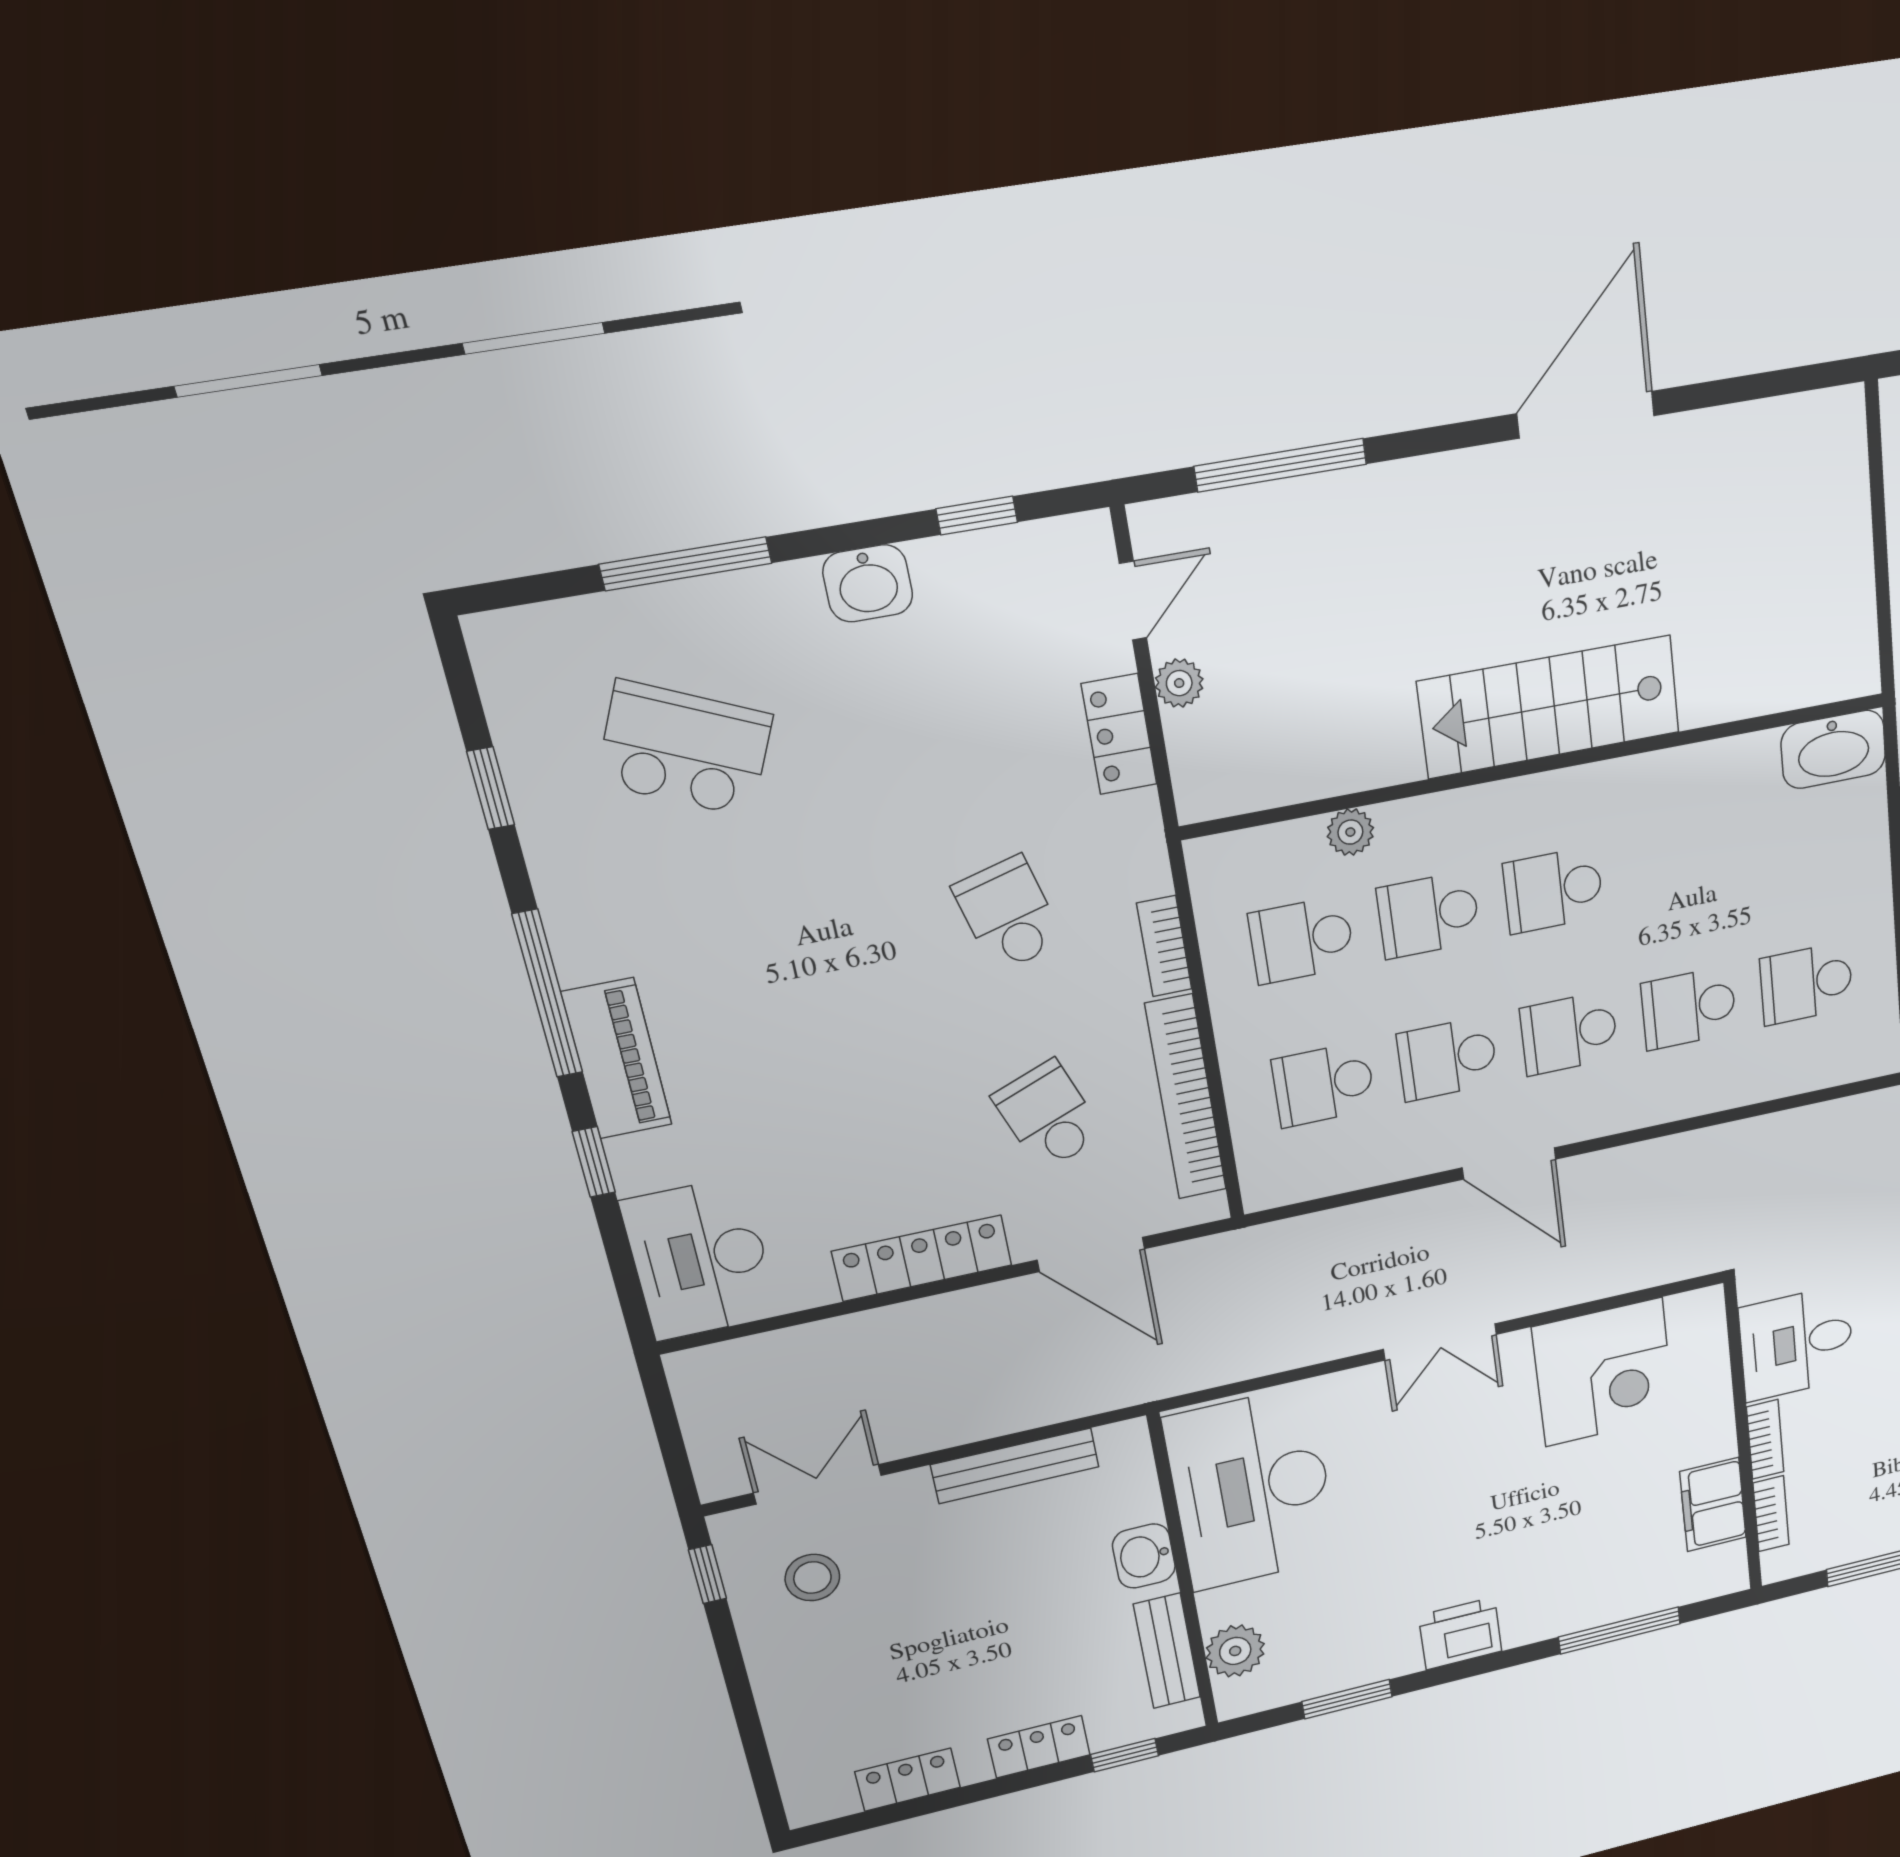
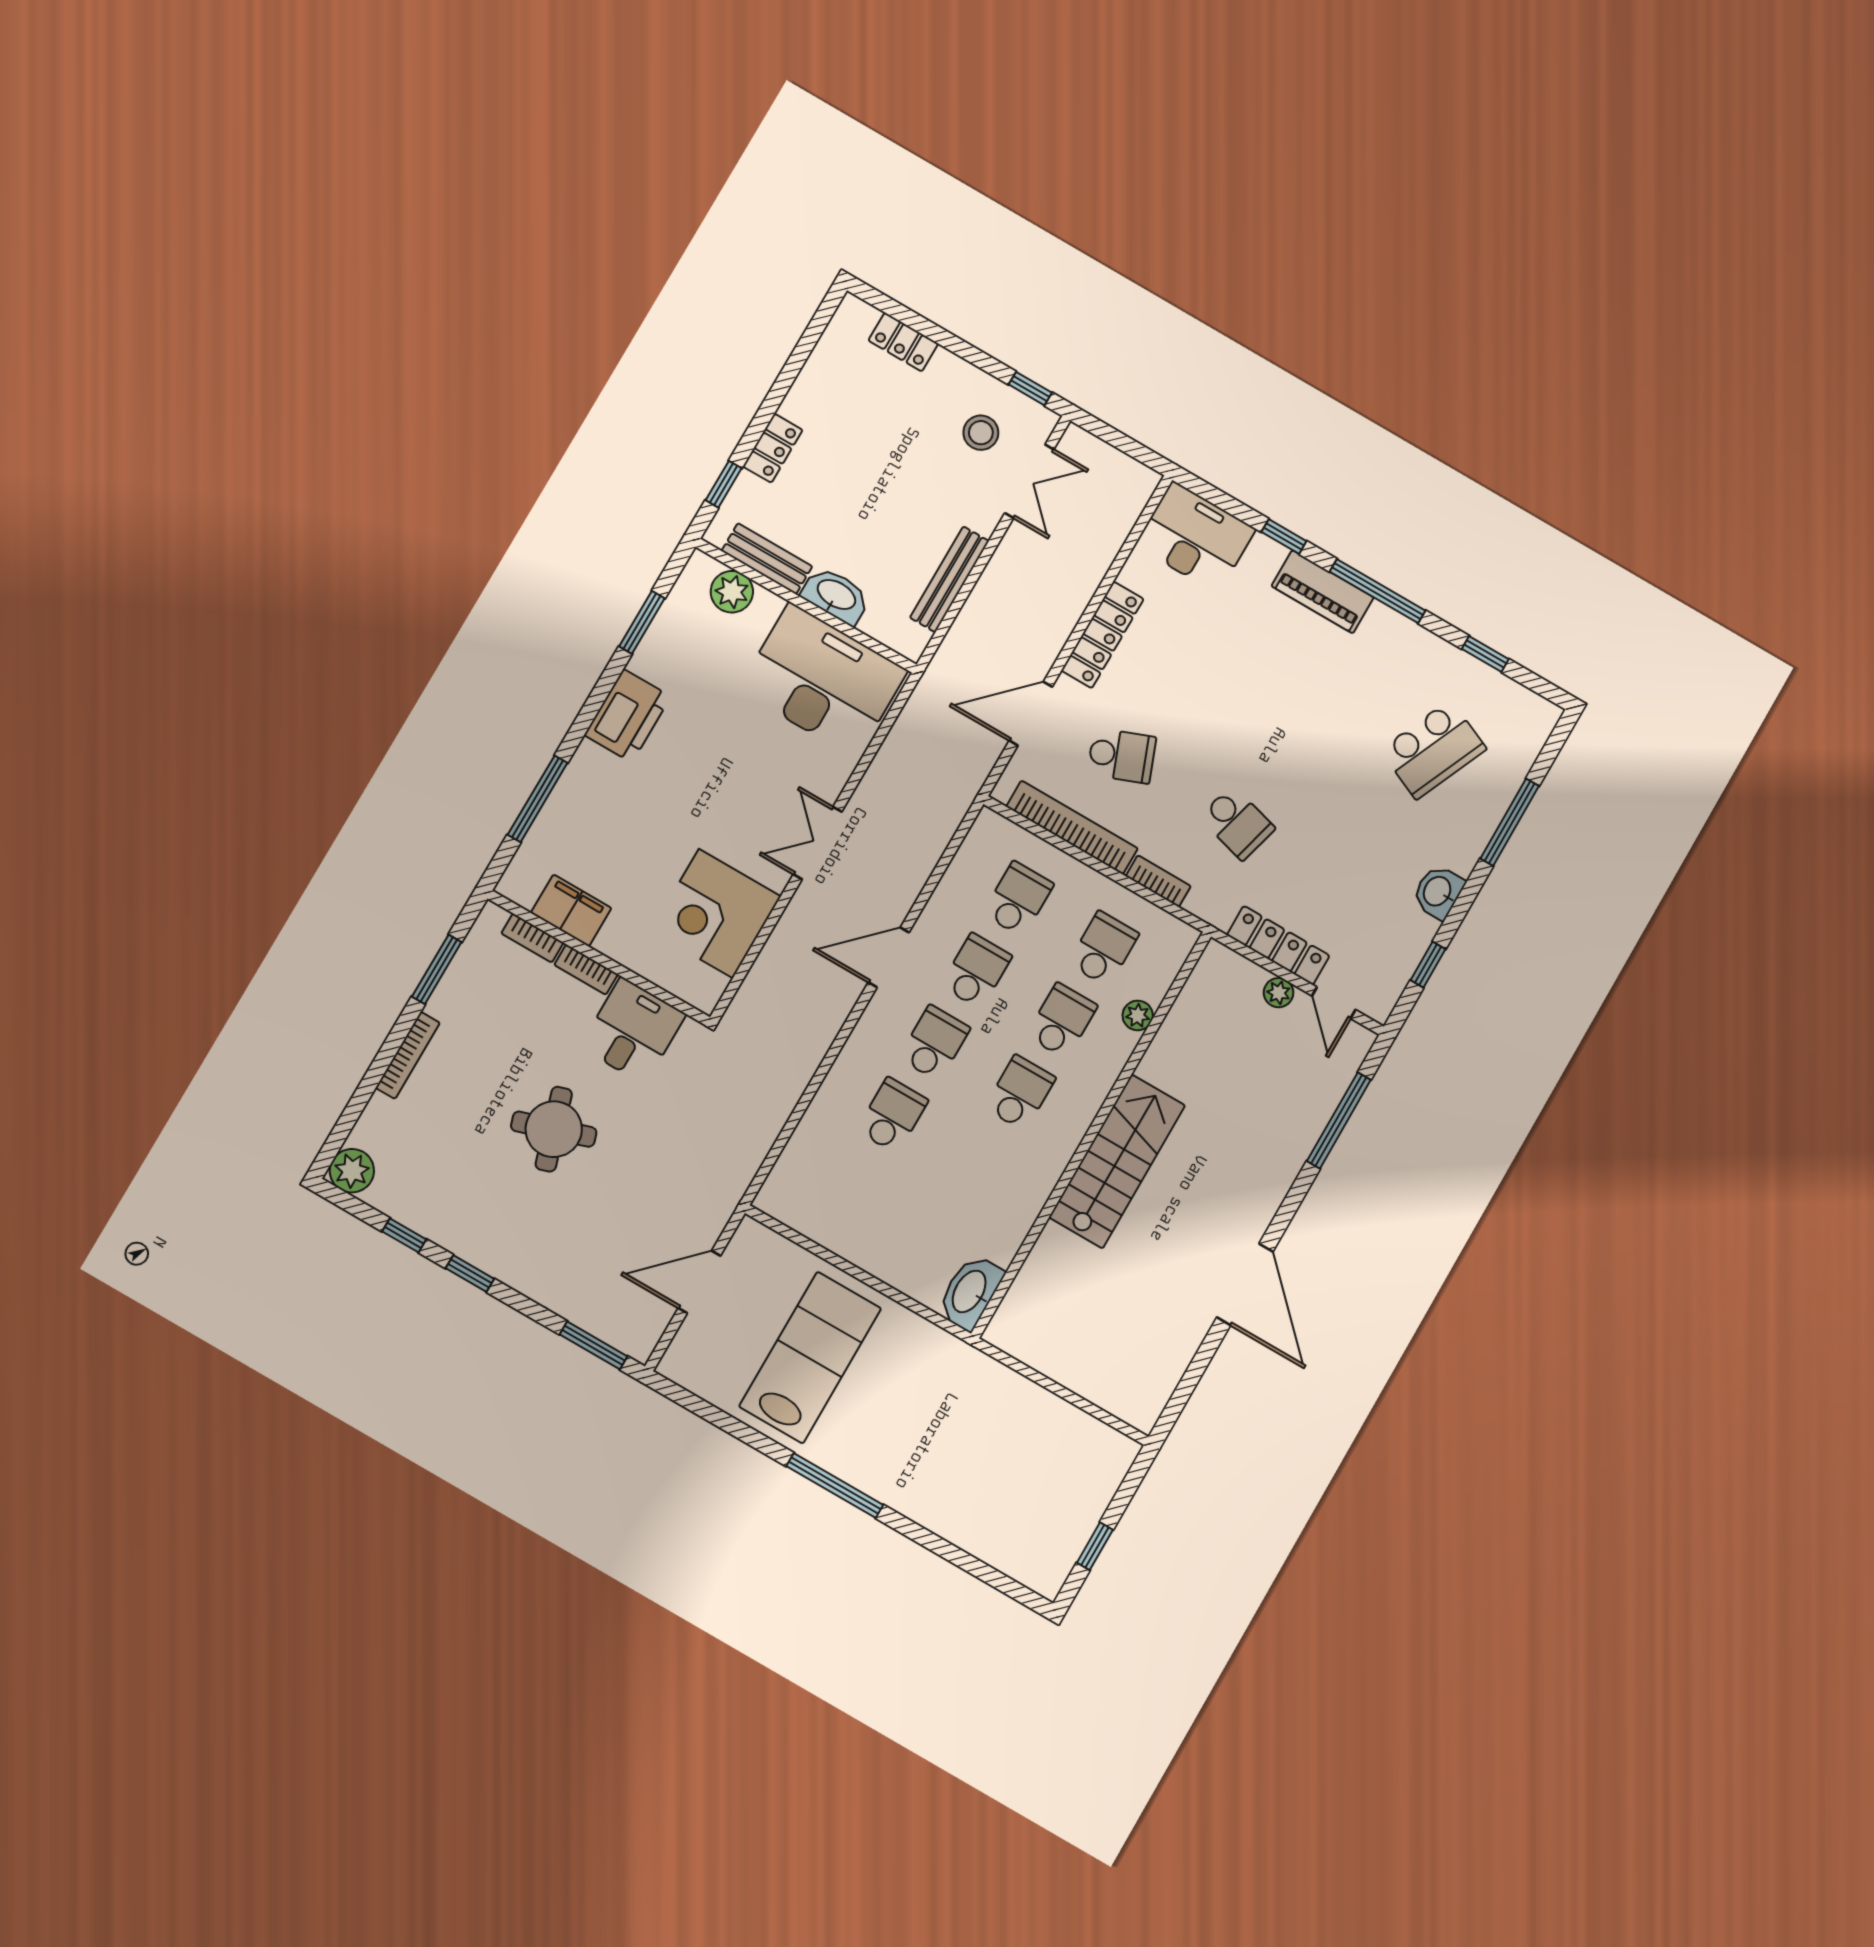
locker: (1119, 734) -> (1278, 945), width x1.53
school desk: (1008, 914) -> (1237, 823), turned 30
school desk: (1806, 984) -> (850, 1188), removed
washbasin: (1144, 1556) -> (836, 595), width x1.38
printer: (1460, 1633) -> (628, 716), width x1.37, depth x1.19
locker: (908, 1780) -> (903, 342), moved, turned 90

